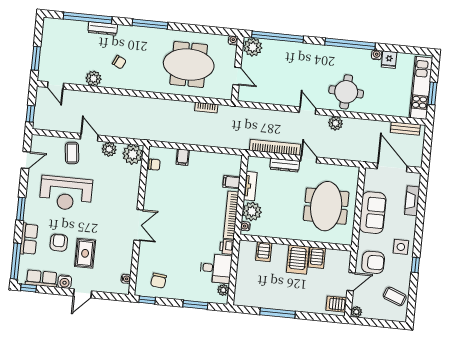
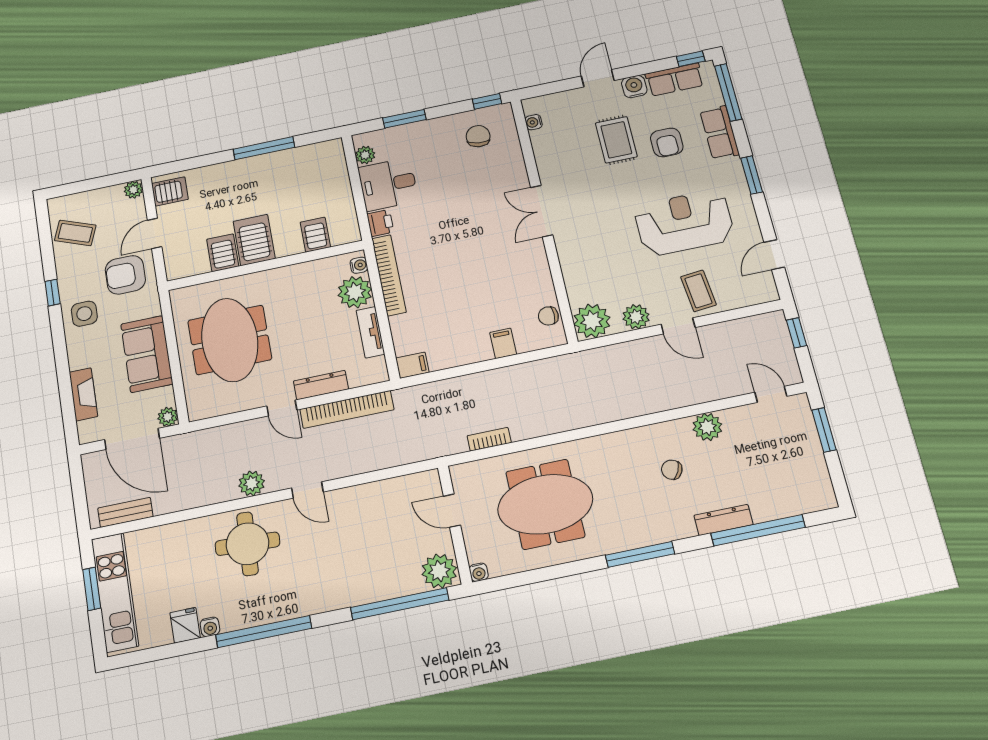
plant: (370, 174) -> (168, 417), added
filing cabinet: (232, 182) -> (412, 365), moved

